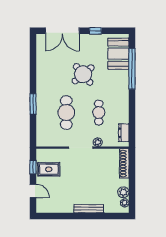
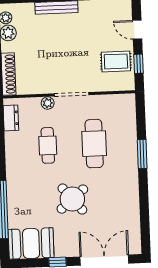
booth: (118, 54) -> (31, 243), moved, turned 90

